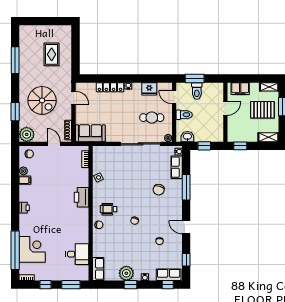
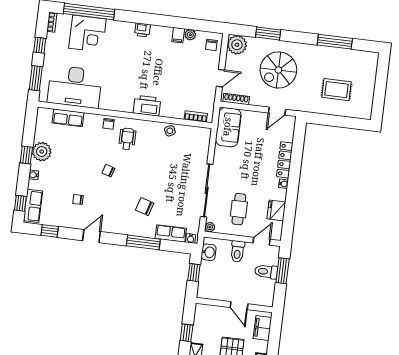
window: (240, 146) -> (187, 333), moved
desk: (77, 254) -> (75, 87), width x1.87, depth x1.30
row of seats: (98, 269) -> (68, 118), moved

